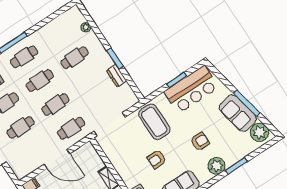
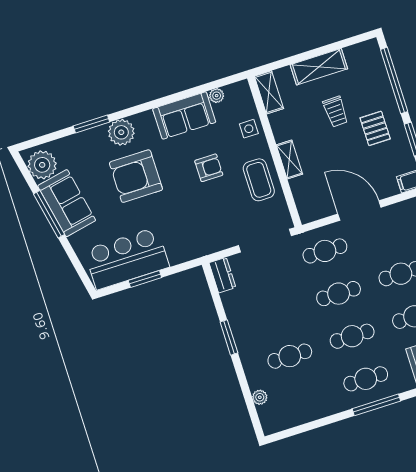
dresser: (117, 76) -> (222, 275), moved
coffee table: (154, 122) -> (259, 180), moved, width x0.73, depth x0.76
armchair: (200, 142) -> (136, 176), width x1.88, depth x1.88

